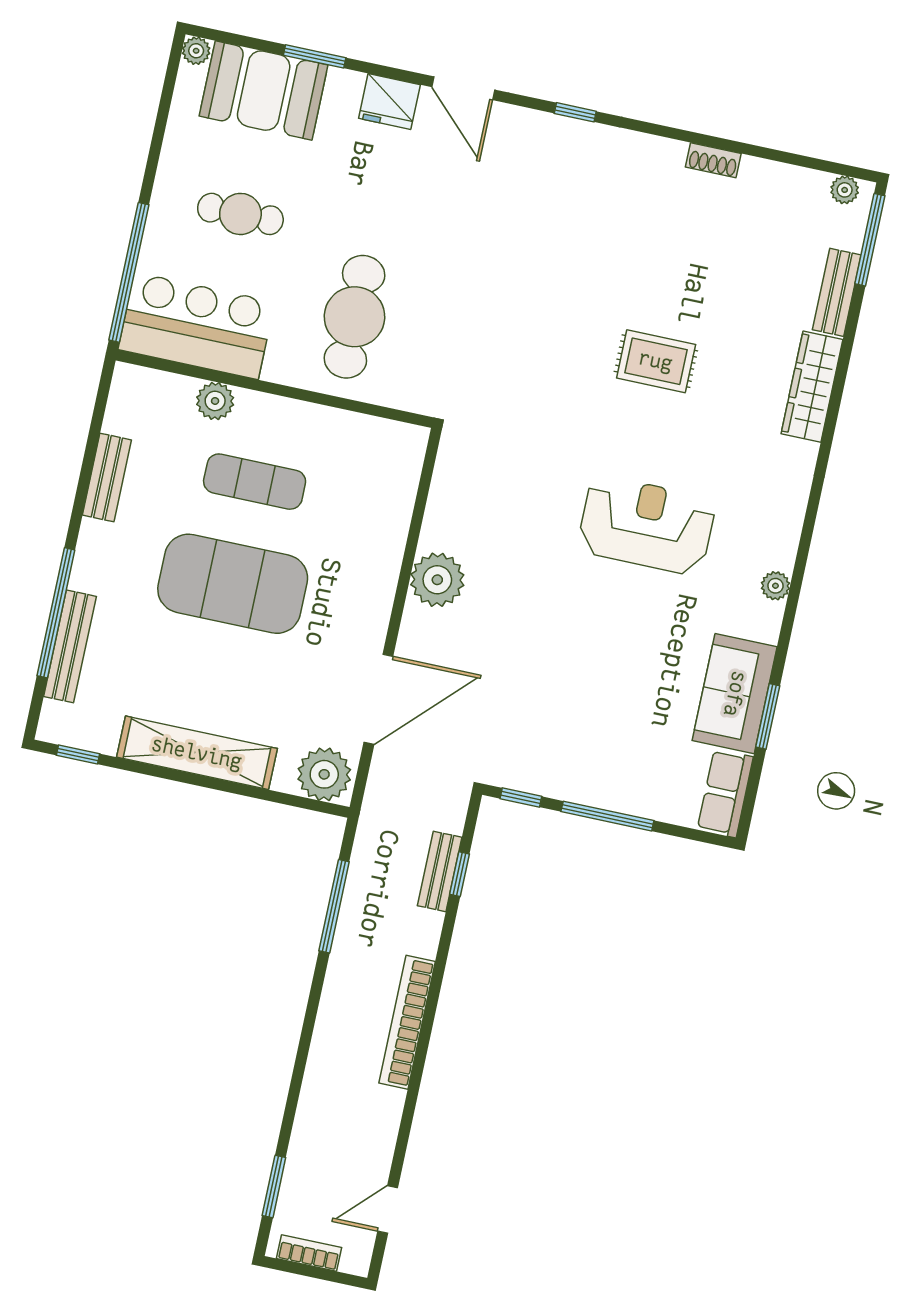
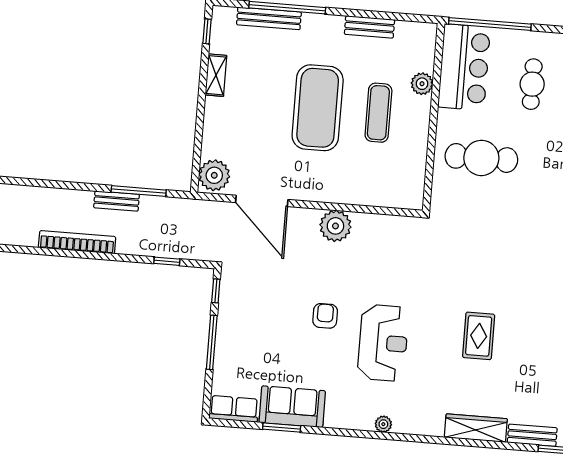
plant: (775, 586) -> (383, 424), moved
armchair: (588, 617) -> (325, 316), added
shelving: (197, 753) -> (216, 75), width x0.45, depth x0.75
bench: (440, 871) -> (116, 201), moved

